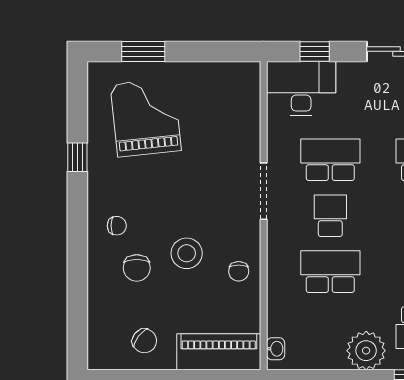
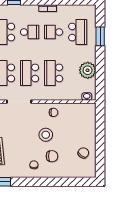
school desk: (330, 216) -> (30, 73), width x1.85
plant: (366, 351) -> (88, 70), moved
piano: (219, 352) -> (88, 121), removed

